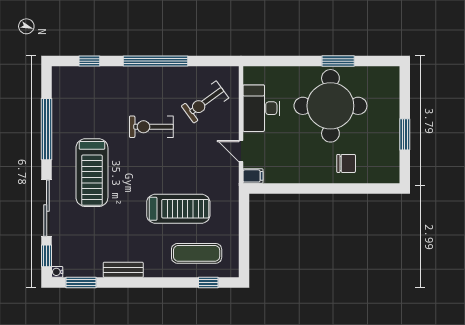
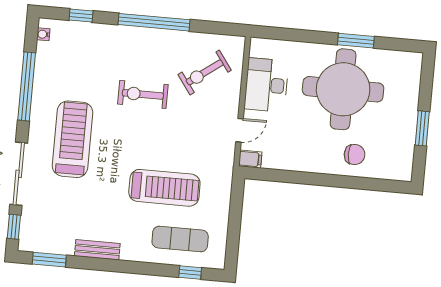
door: (241, 151) -> (240, 130), swing flipped
treadmill: (92, 173) -> (73, 139), turned 180
water cooler: (57, 272) -> (43, 34), moved

